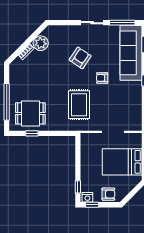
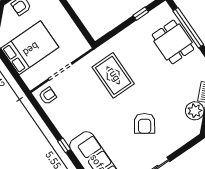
armchair: (102, 78) -> (48, 96), moved
dining table: (30, 113) -> (173, 42), moved, turned 90

